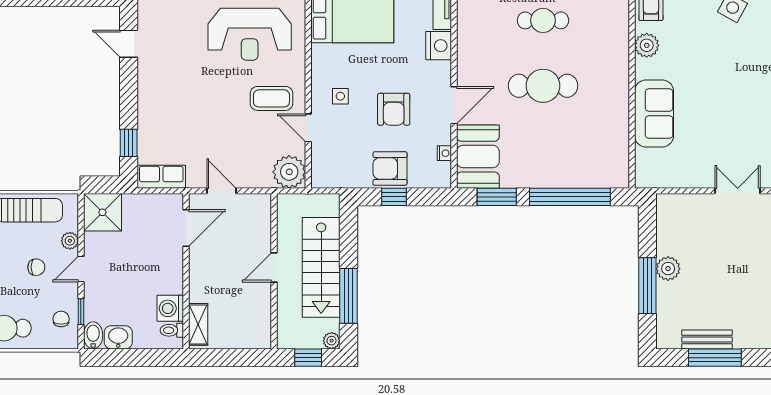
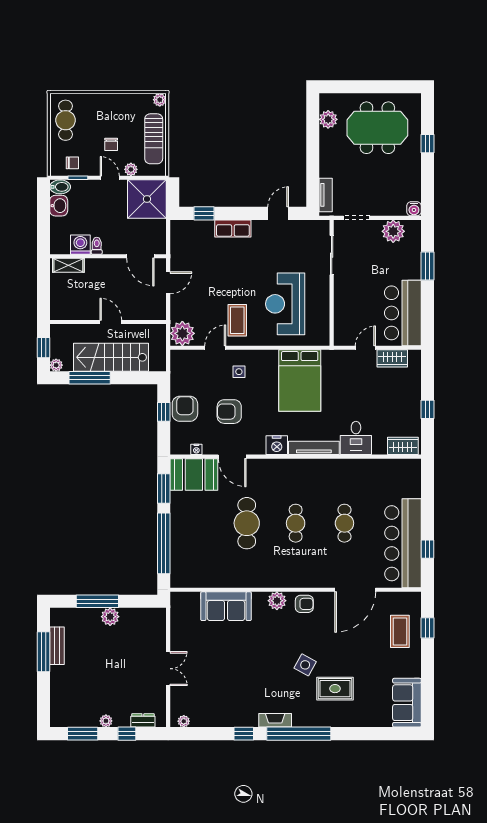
row of seats: (161, 177) -> (233, 228), moved, turned 90
shower: (102, 212) -> (147, 199), width x1.37, depth x1.37
toilet: (172, 330) -> (97, 246), moved

